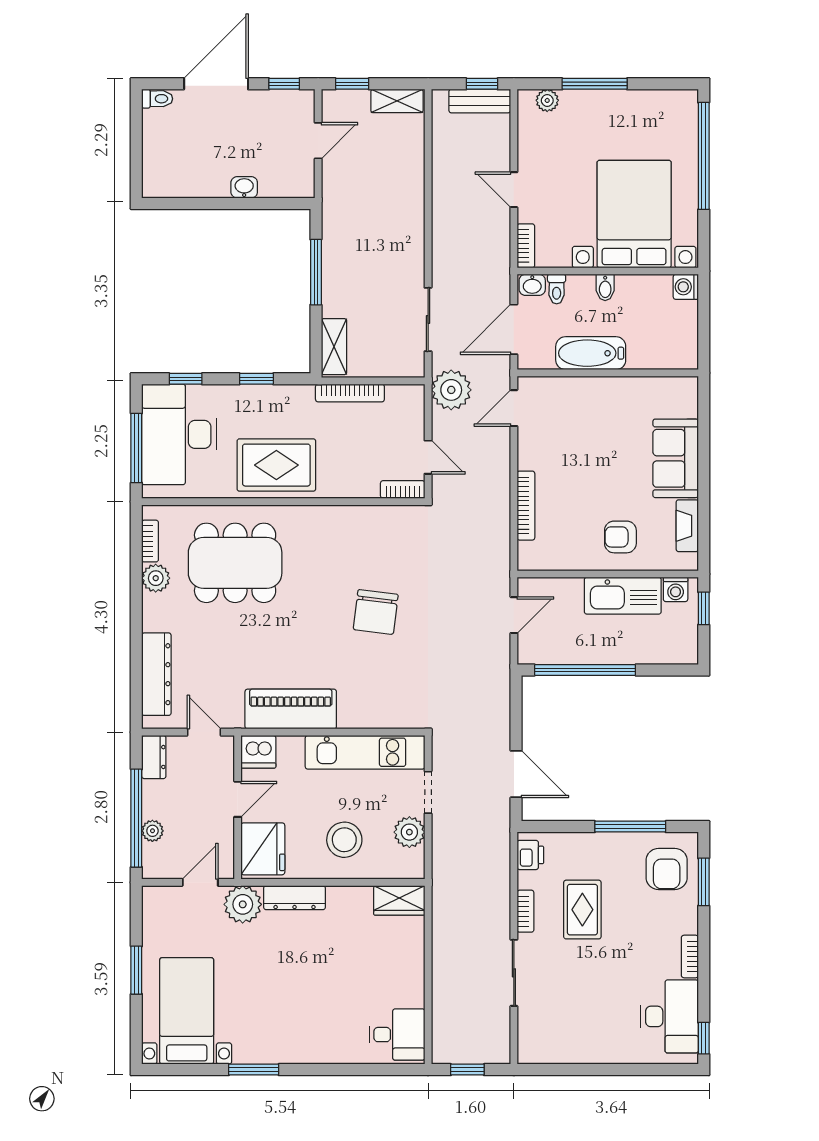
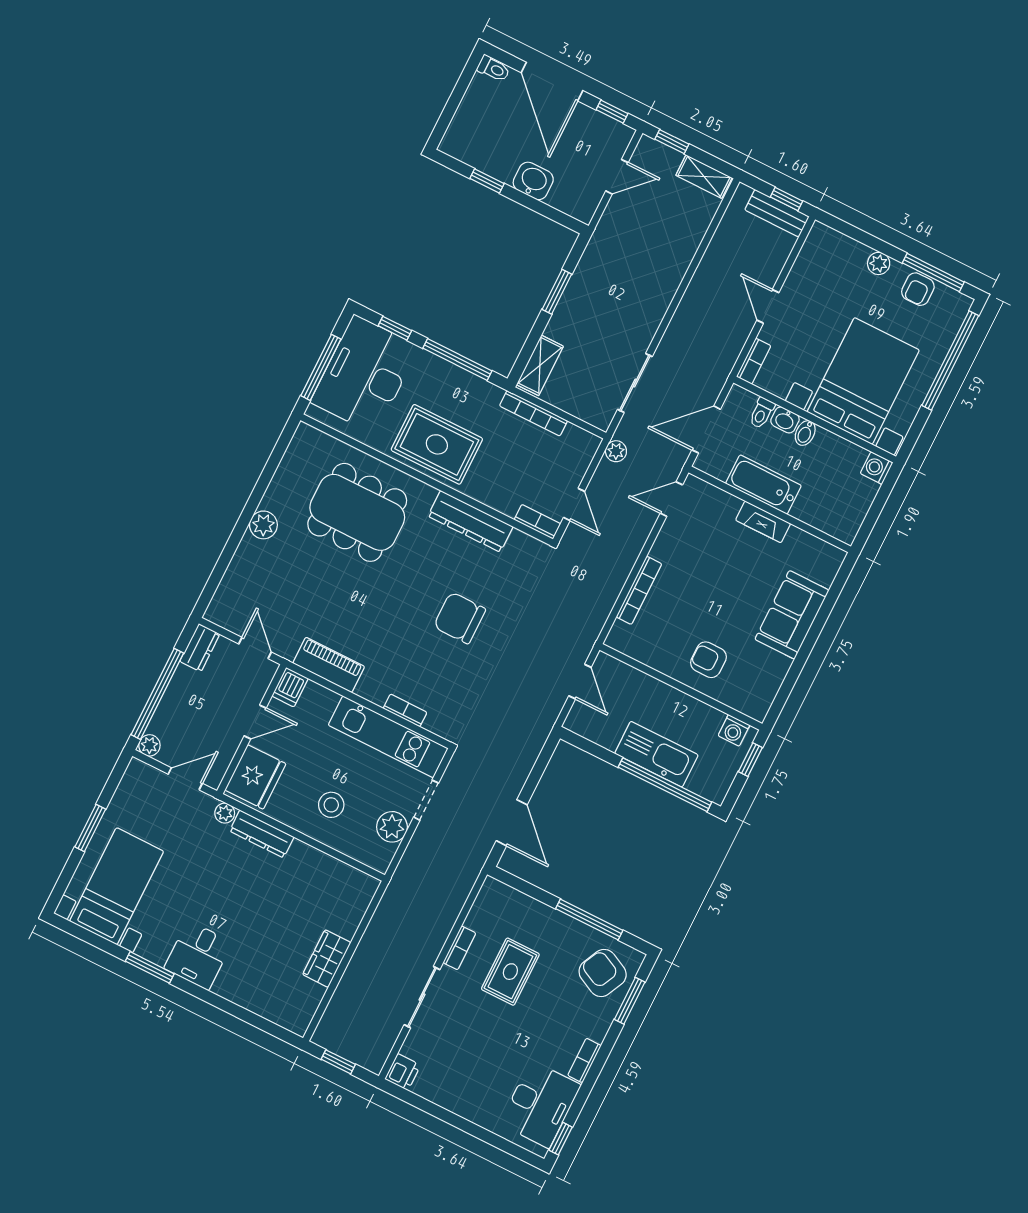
door: (216, 84) -> (552, 82), swing flipped
window: (595, 84) -> (933, 272), moved
plant: (547, 100) -> (879, 263), moved
armchair: (642, 106) -> (918, 289), added
washbasin: (244, 187) -> (533, 181), width x1.38, depth x1.45
window: (202, 203) -> (487, 181), added
window: (316, 272) -> (557, 292), width x0.69
washbasin: (532, 285) -> (785, 420), moved
window: (256, 379) -> (457, 360), width x2.17
plant: (451, 390) -> (616, 451), width x0.53, depth x0.53
fireplace: (687, 526) -> (763, 522), moved, turned -90
bookcase: (150, 541) -> (405, 710), moved, turned -90
plant: (156, 578) -> (263, 525), moved
kitchen sink: (623, 596) -> (656, 754), moved, turned 180
chair: (376, 612) -> (460, 618), turned 83
door: (514, 615) -> (580, 682), hinge flipped
window: (585, 670) -> (665, 785), moved
dresser: (156, 674) -> (470, 521), moved, turned 90
piano: (291, 709) -> (329, 665), width x0.73, depth x0.75
dishwasher: (258, 752) -> (290, 687), width x0.73
plant: (152, 831) -> (149, 745), moved
stool: (344, 840) -> (331, 805), width x0.73, depth x0.73
printer: (530, 855) -> (403, 1072), moved
armchair: (667, 869) -> (603, 973), turned 116
wardrobe: (399, 900) -> (327, 959), moved, turned 90
plant: (243, 904) -> (225, 813), width x0.53, depth x0.53
desk: (397, 1035) -> (198, 955), moved, turned 90

